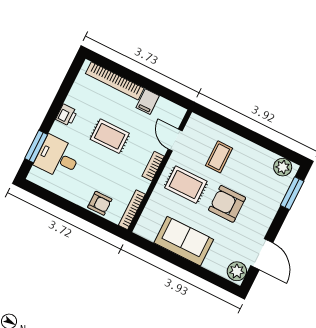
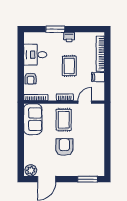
window: (36, 147) -> (55, 29), moved
desk: (58, 157) -> (35, 55), moved, turned -90
coffee table: (219, 157) -> (87, 130), removed
plant: (283, 167) -> (99, 167), removed
sofa: (184, 241) -> (33, 119), moved

